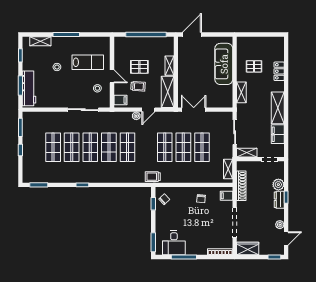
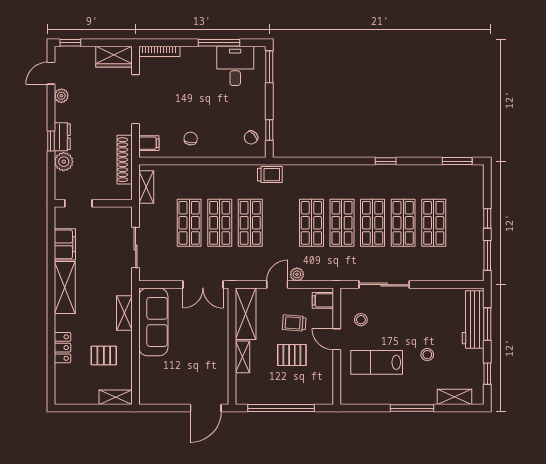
sofa: (224, 64) -> (153, 322), moved
shelving: (247, 153) -> (116, 397), moved

